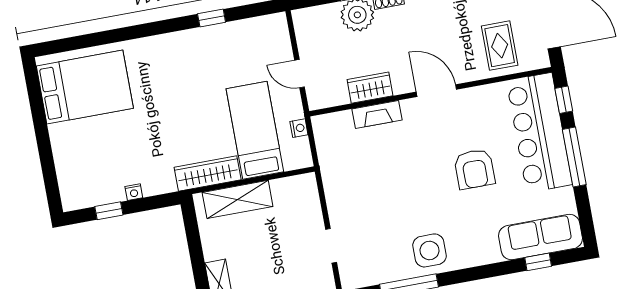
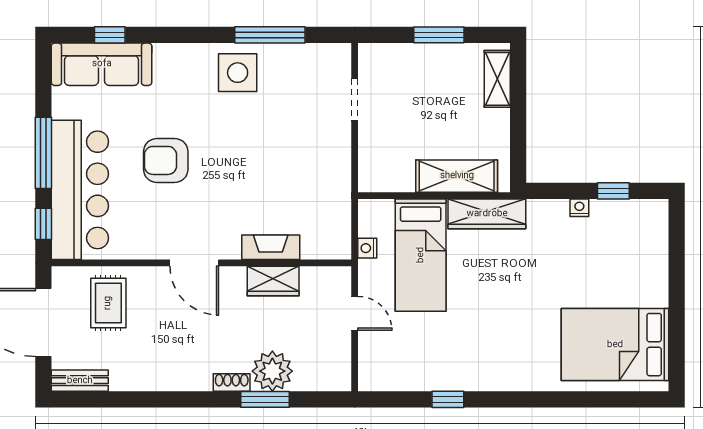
armchair: (474, 169) -> (166, 160), turned -90

